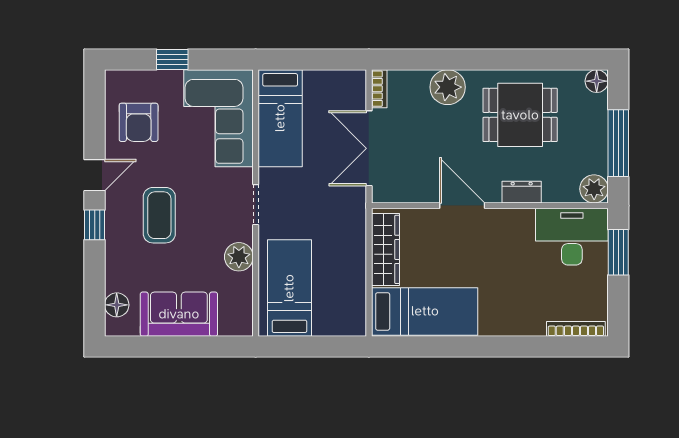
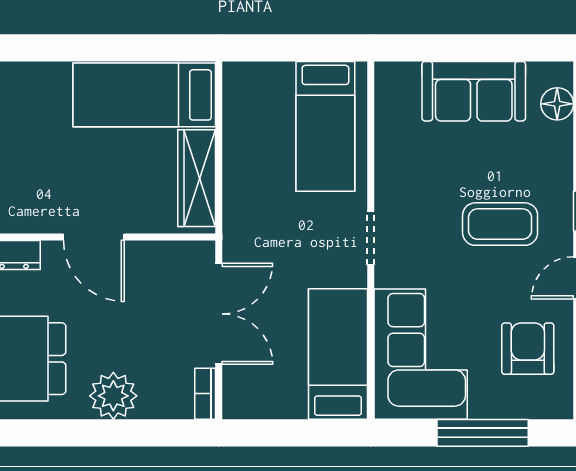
window: (172, 60) -> (483, 433), width x2.17
coffee table: (159, 215) -> (500, 224), turned 90
plant: (239, 257) -> (393, 168), removed

